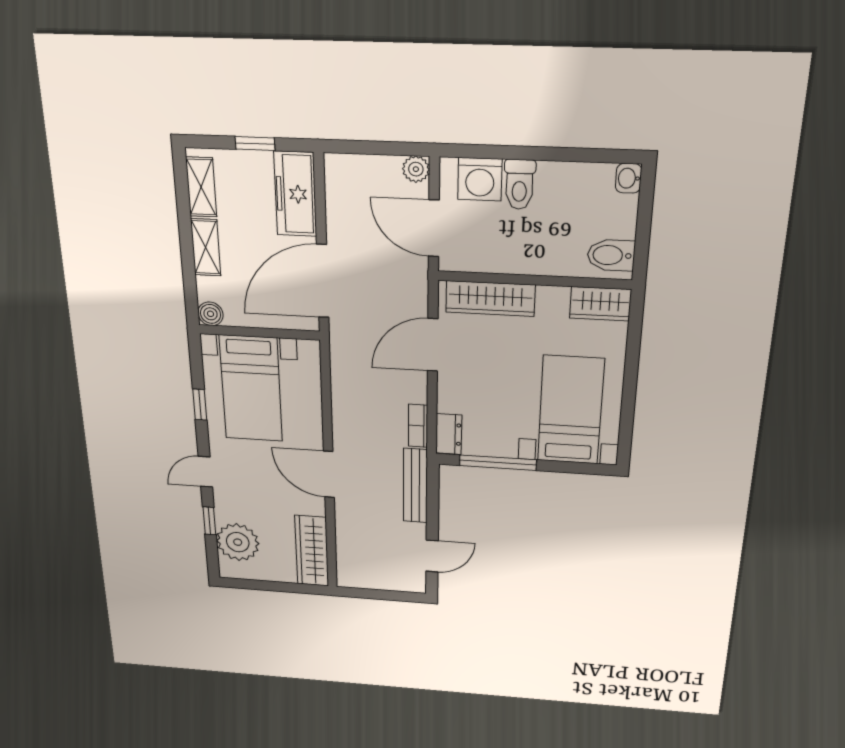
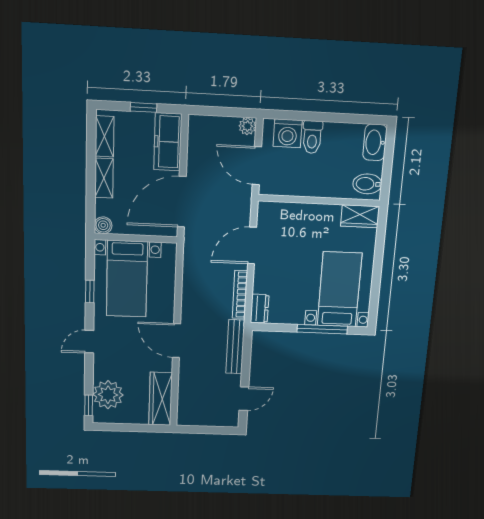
washbasin: (629, 178) -> (375, 142), width x1.91, depth x1.45
wardrobe: (490, 299) -> (291, 213), removed
bookcase: (418, 426) -> (240, 295), width x1.56
window: (498, 463) -> (322, 329), moved
window: (209, 521) -> (89, 405), moved

